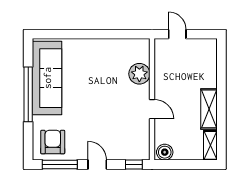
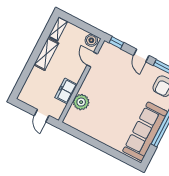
freezer: (164, 78) -> (66, 91), added
door: (152, 109) -> (92, 60), moved

